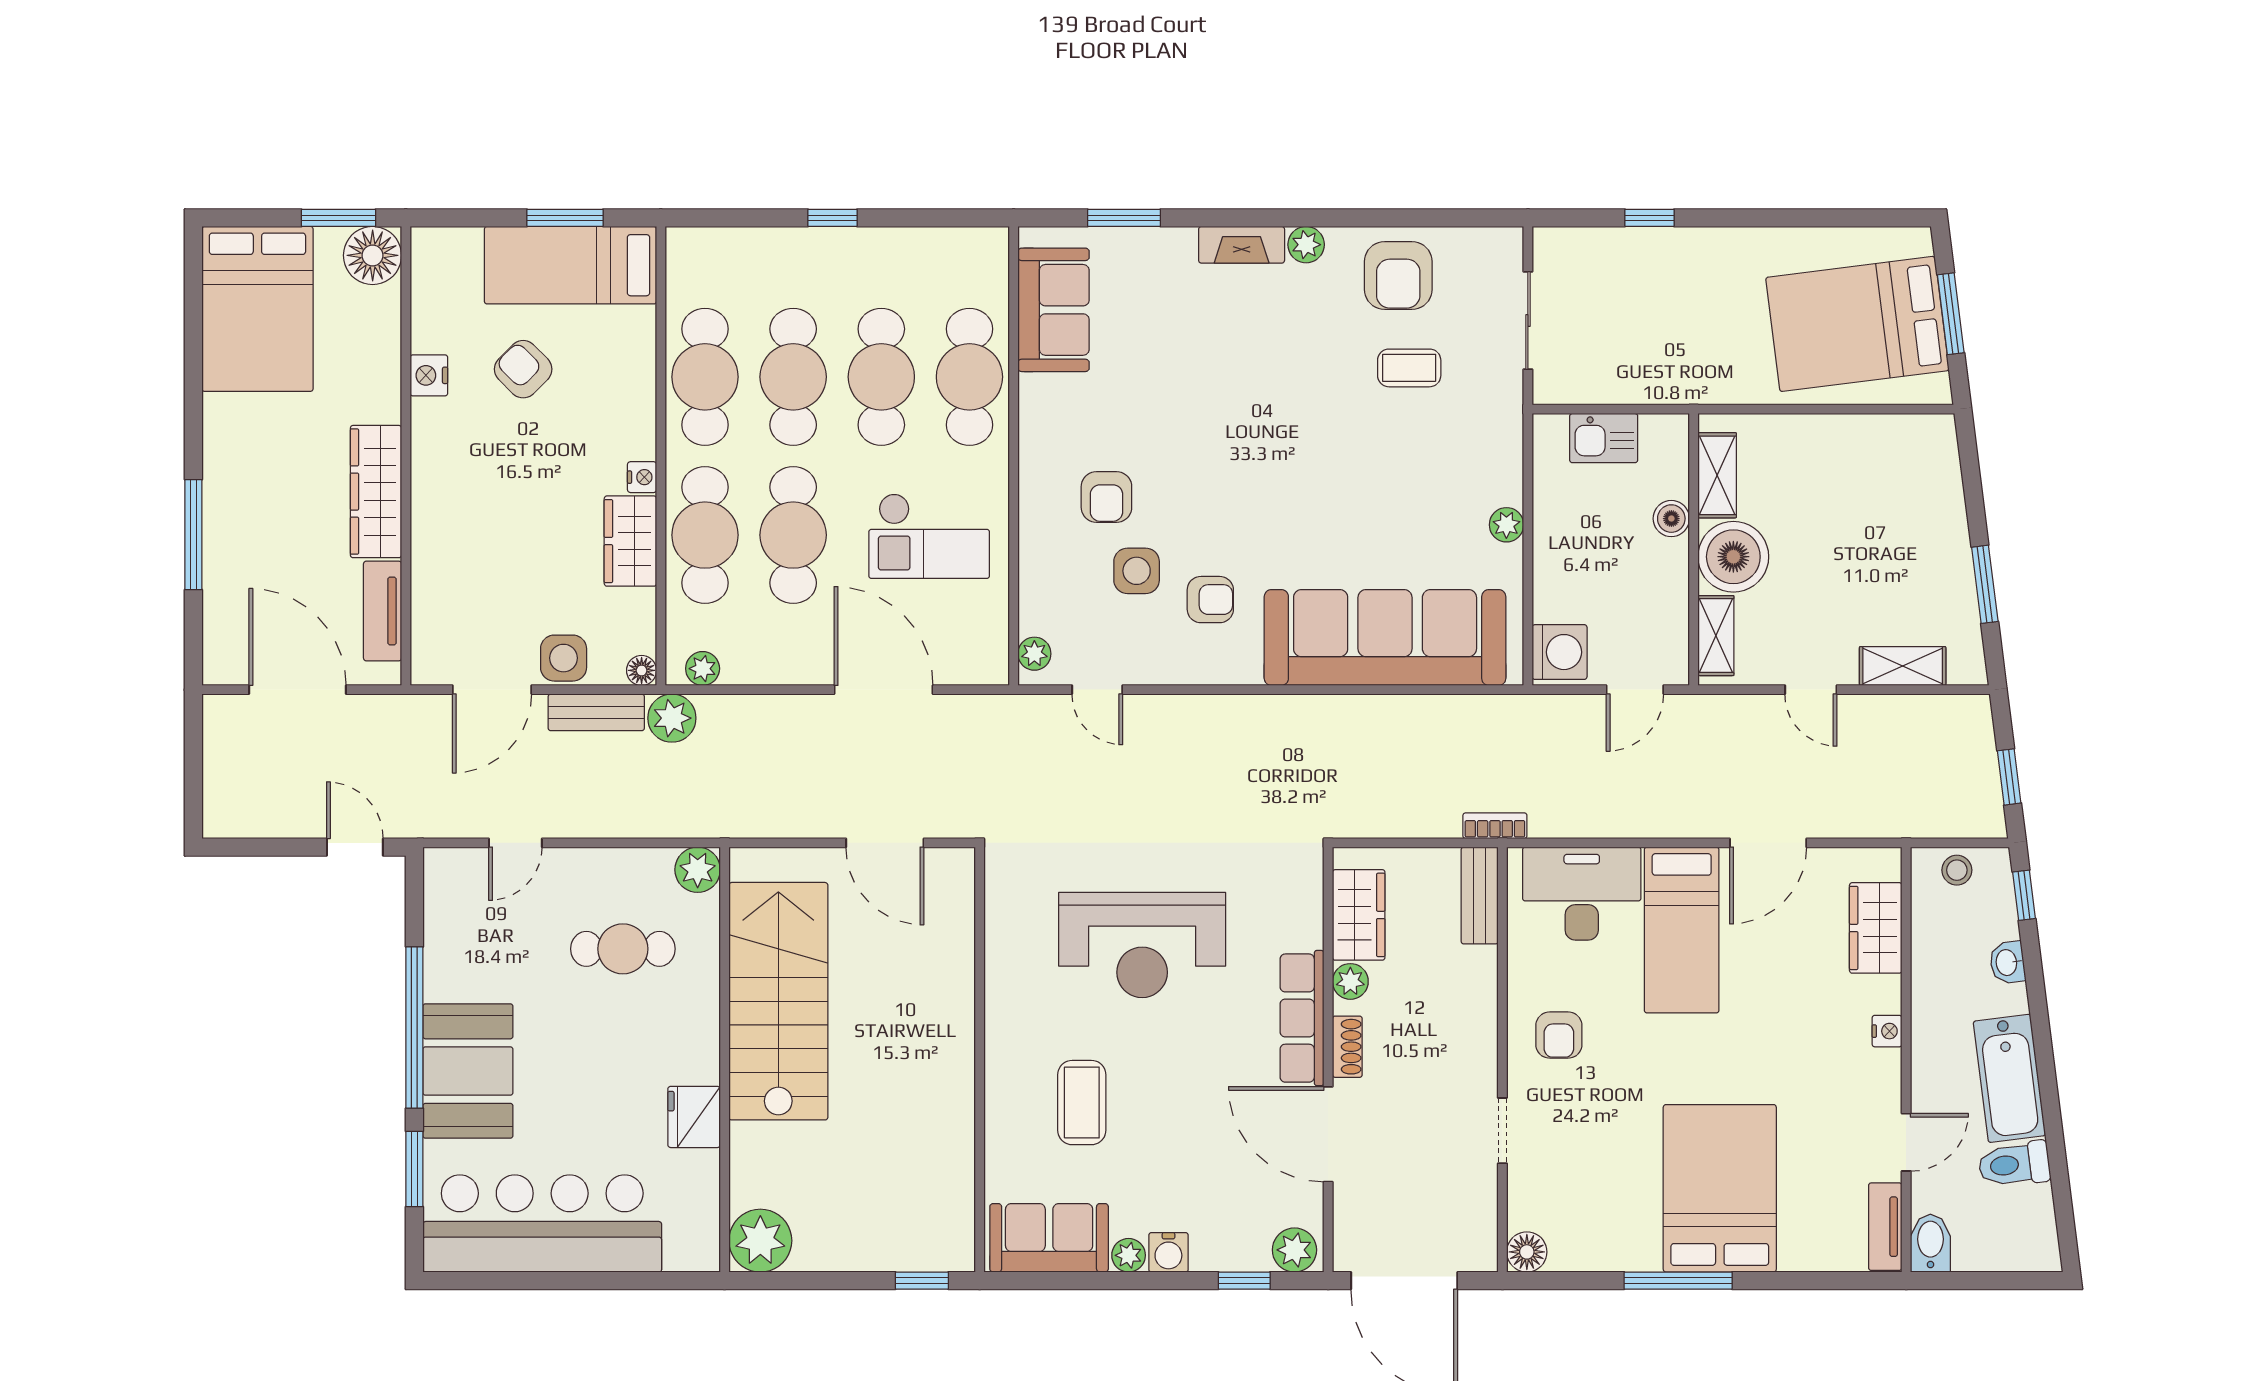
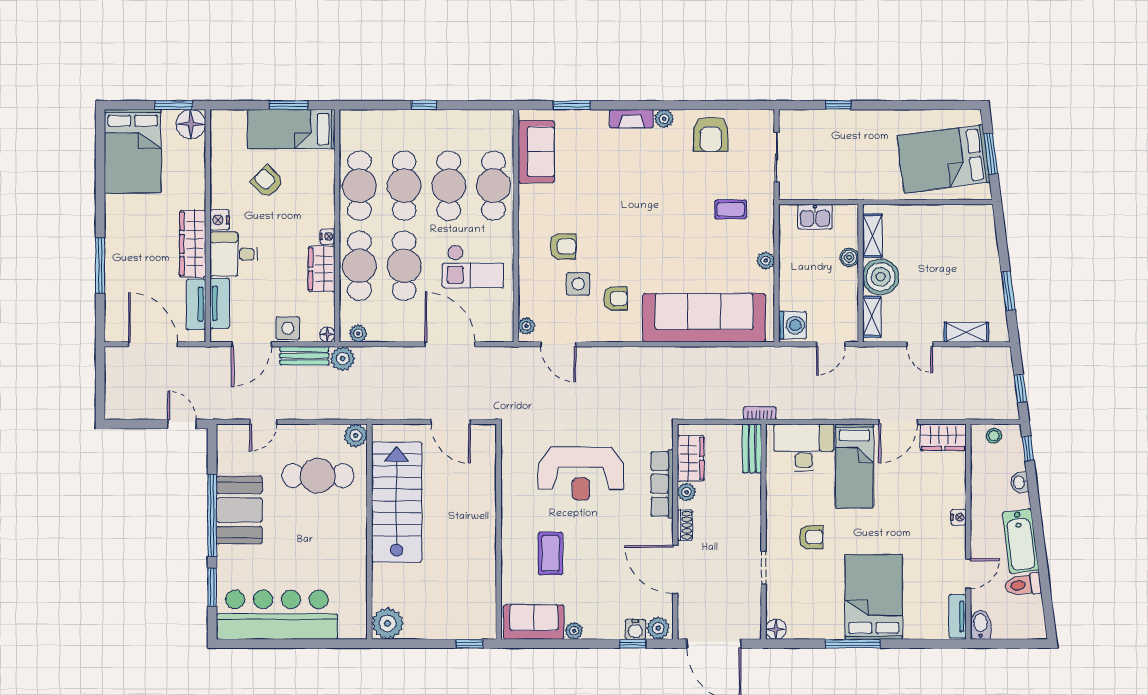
coffee table: (1409, 368) -> (731, 209), moved
nightstand: (429, 375) -> (220, 220), moved
armchair: (1106, 497) -> (563, 247), turned -90
desk: (457, 512) -> (234, 254), added
tv unit: (429, 609) -> (220, 303), added
door: (1097, 690) -> (558, 344), width x1.38
wardrobe: (1876, 928) -> (943, 437), moved, turned -90
cafe table: (623, 949) -> (318, 476), width x1.37, depth x1.35
row of seats: (1302, 1018) -> (662, 484), moved
armchair: (1559, 1035) -> (811, 537), moved, turned -90
booth: (468, 1071) -> (239, 510), moved
fridge: (694, 1117) -> (354, 561), removed
water cooler: (1168, 1252) -> (635, 629), moved

